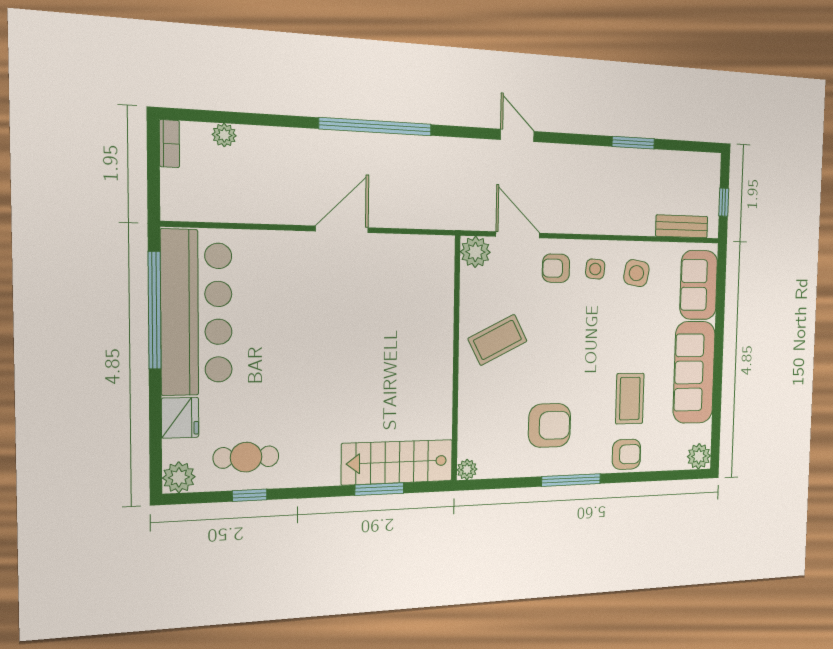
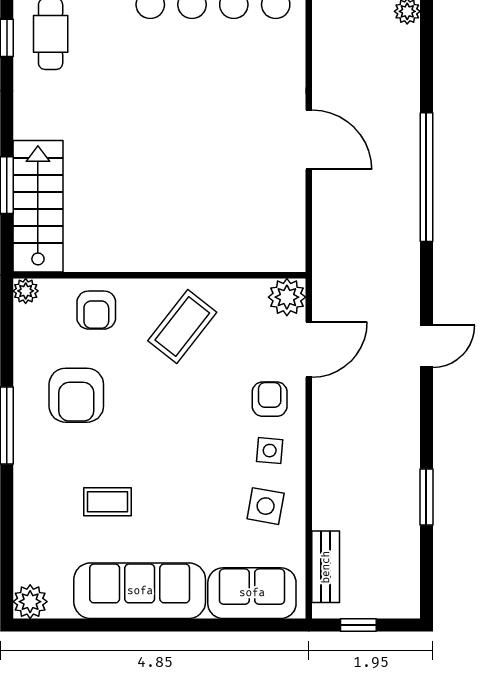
coffee table: (498, 340) -> (182, 327), turned 65
coffee table: (630, 399) -> (108, 502), width x0.73, depth x0.77
armchair: (626, 454) -> (96, 310), moved

